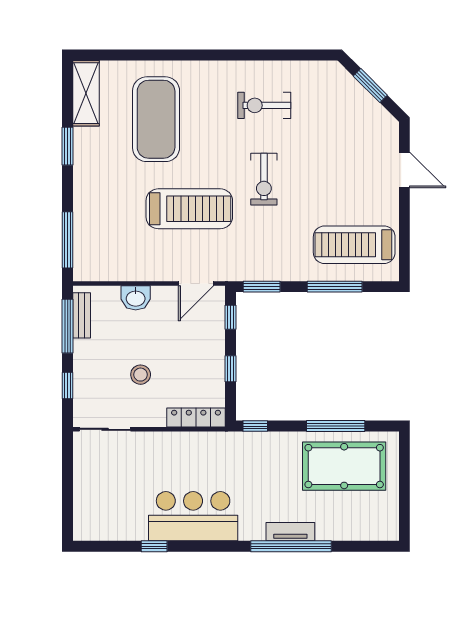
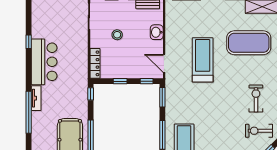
exercise bike: (264, 179) -> (259, 131), moved
treadmill: (189, 209) -> (203, 60), turned 180
tv unit: (290, 532) -> (36, 98), moved

